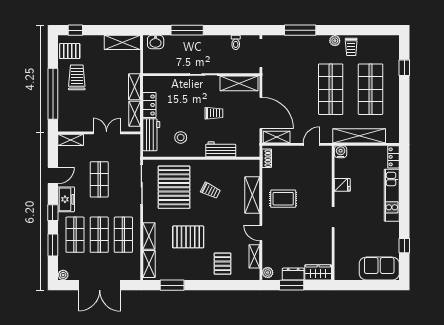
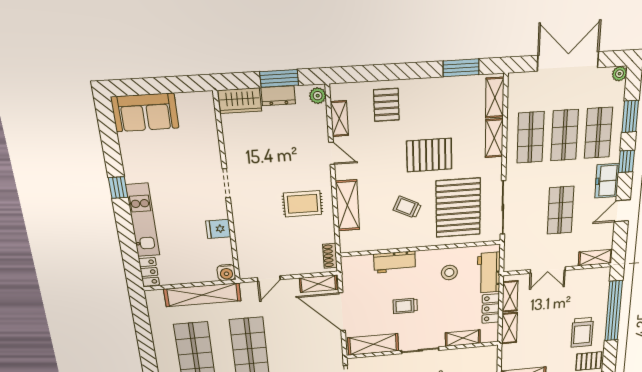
shelving: (171, 82) -> (463, 338), added
pallet: (188, 237) -> (429, 155), moved
window: (404, 246) -> (118, 188), moved

